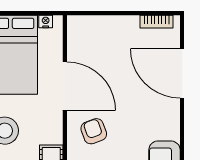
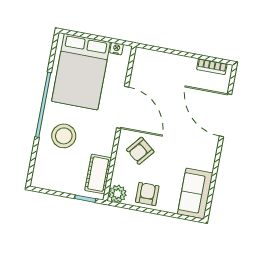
armchair: (94, 131) -> (140, 151), turned -121

